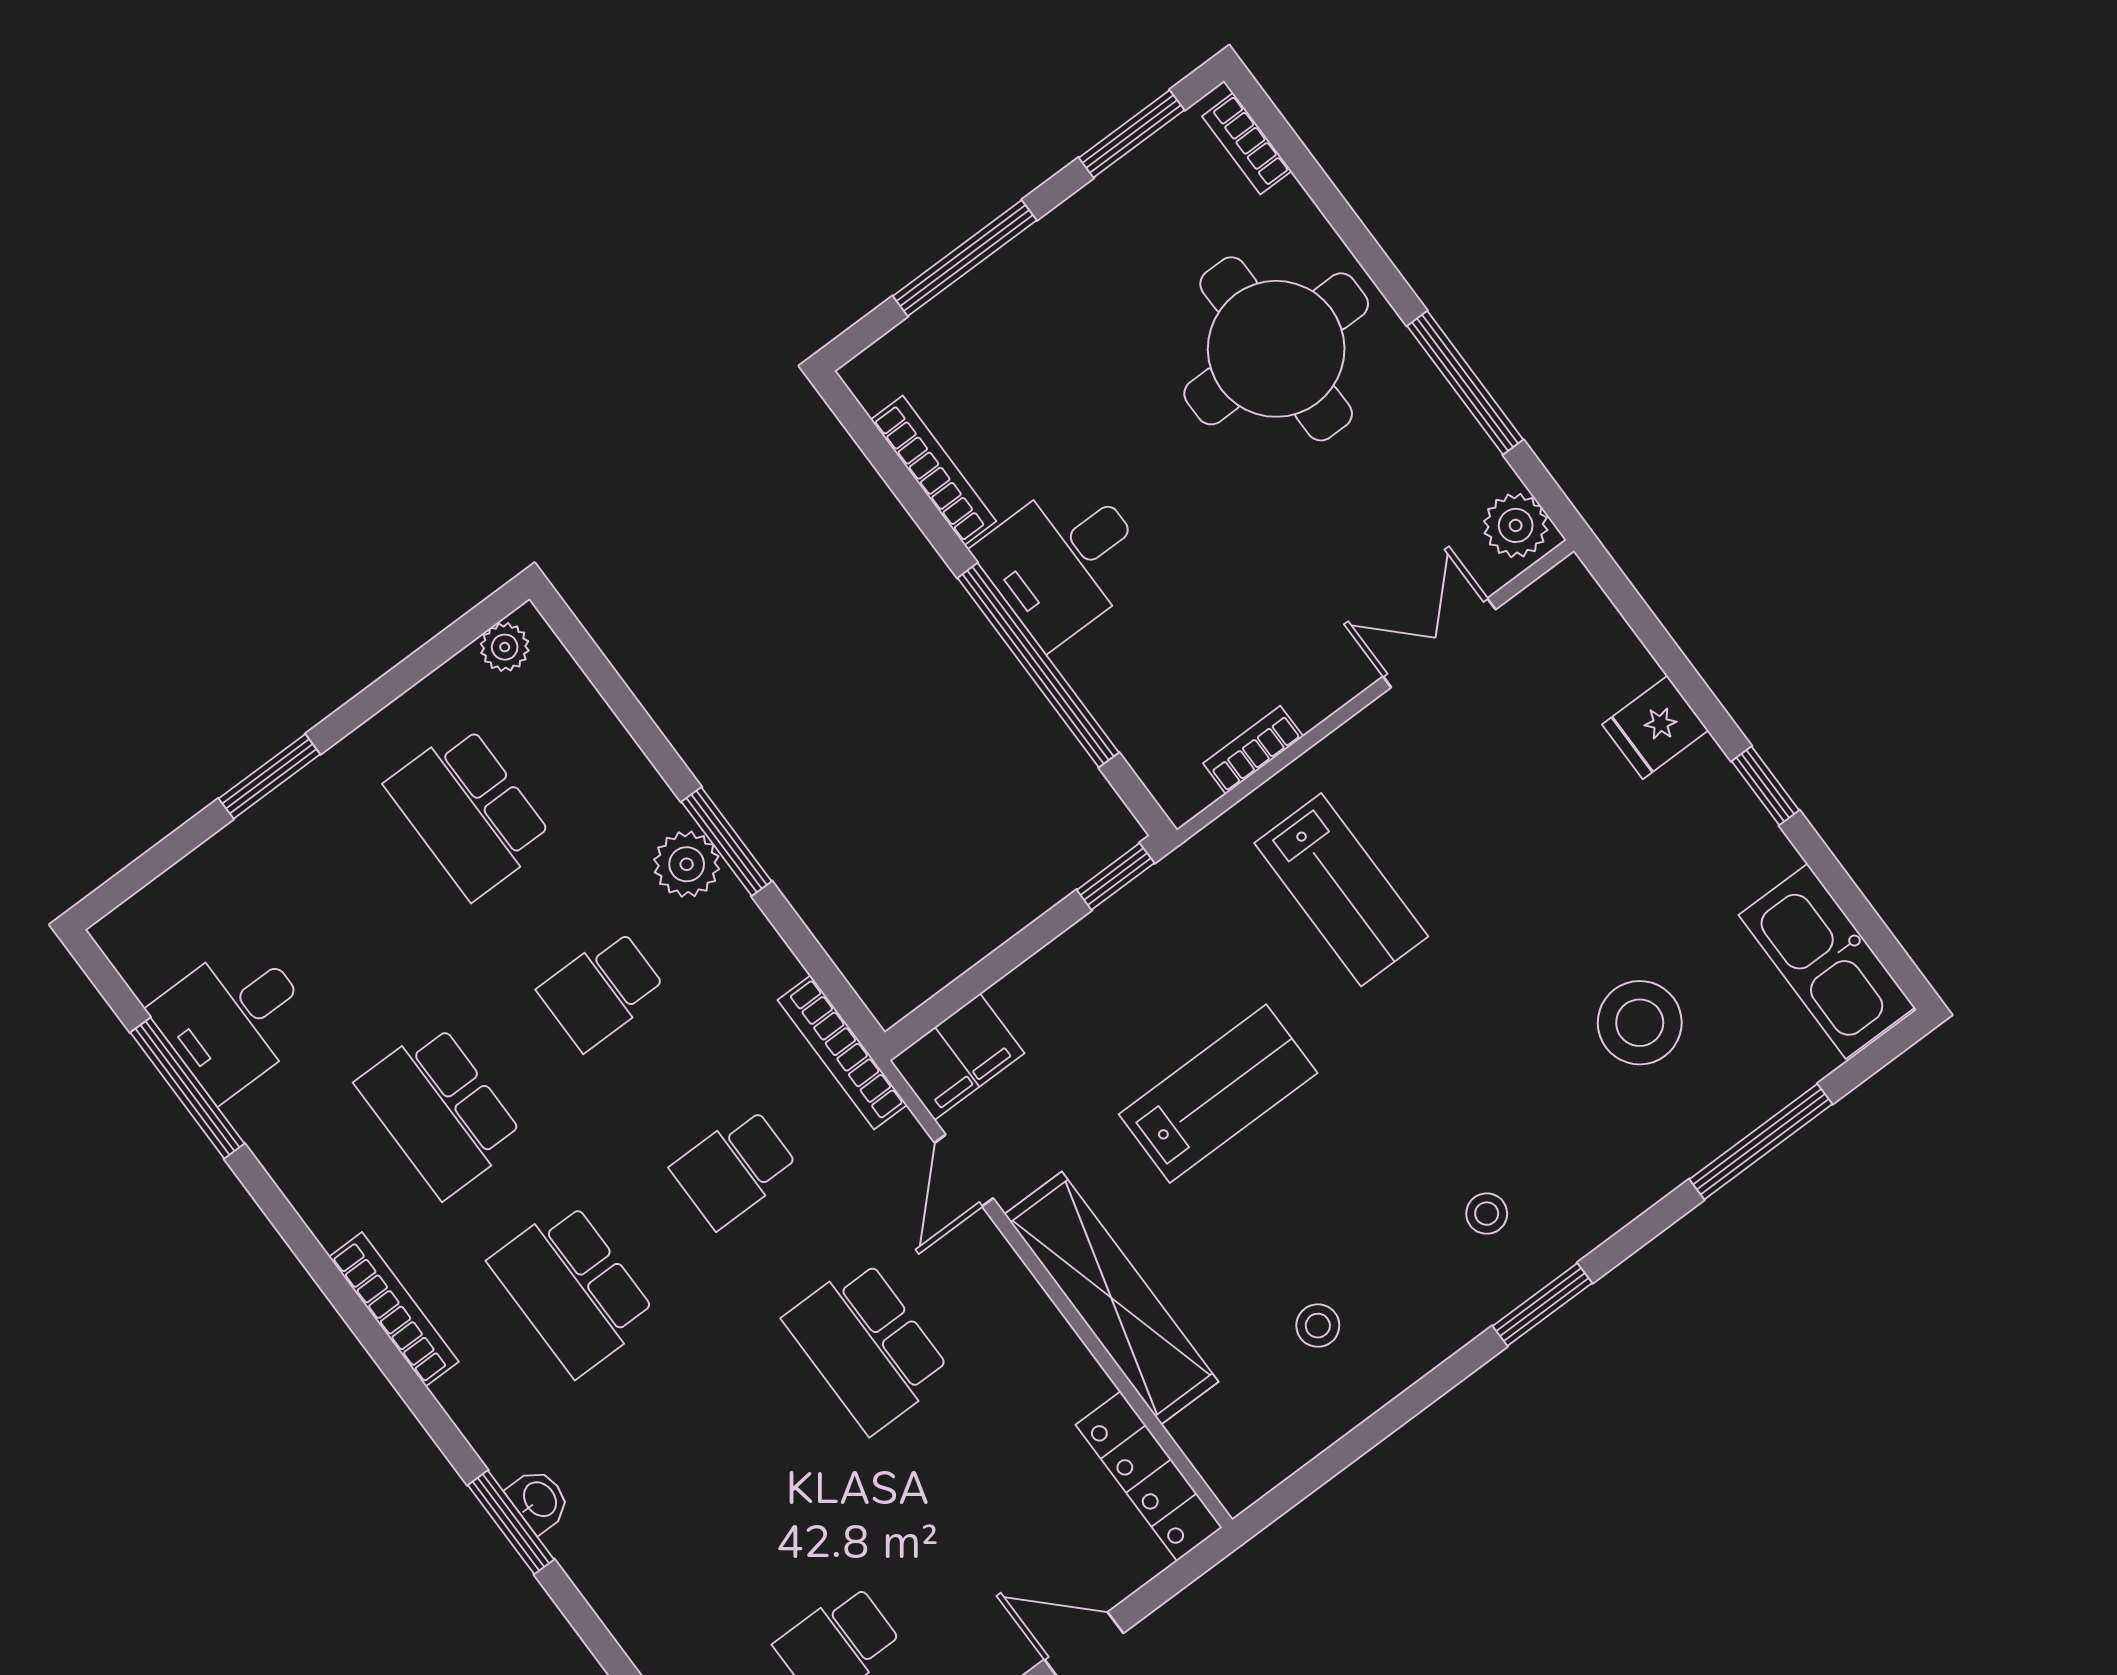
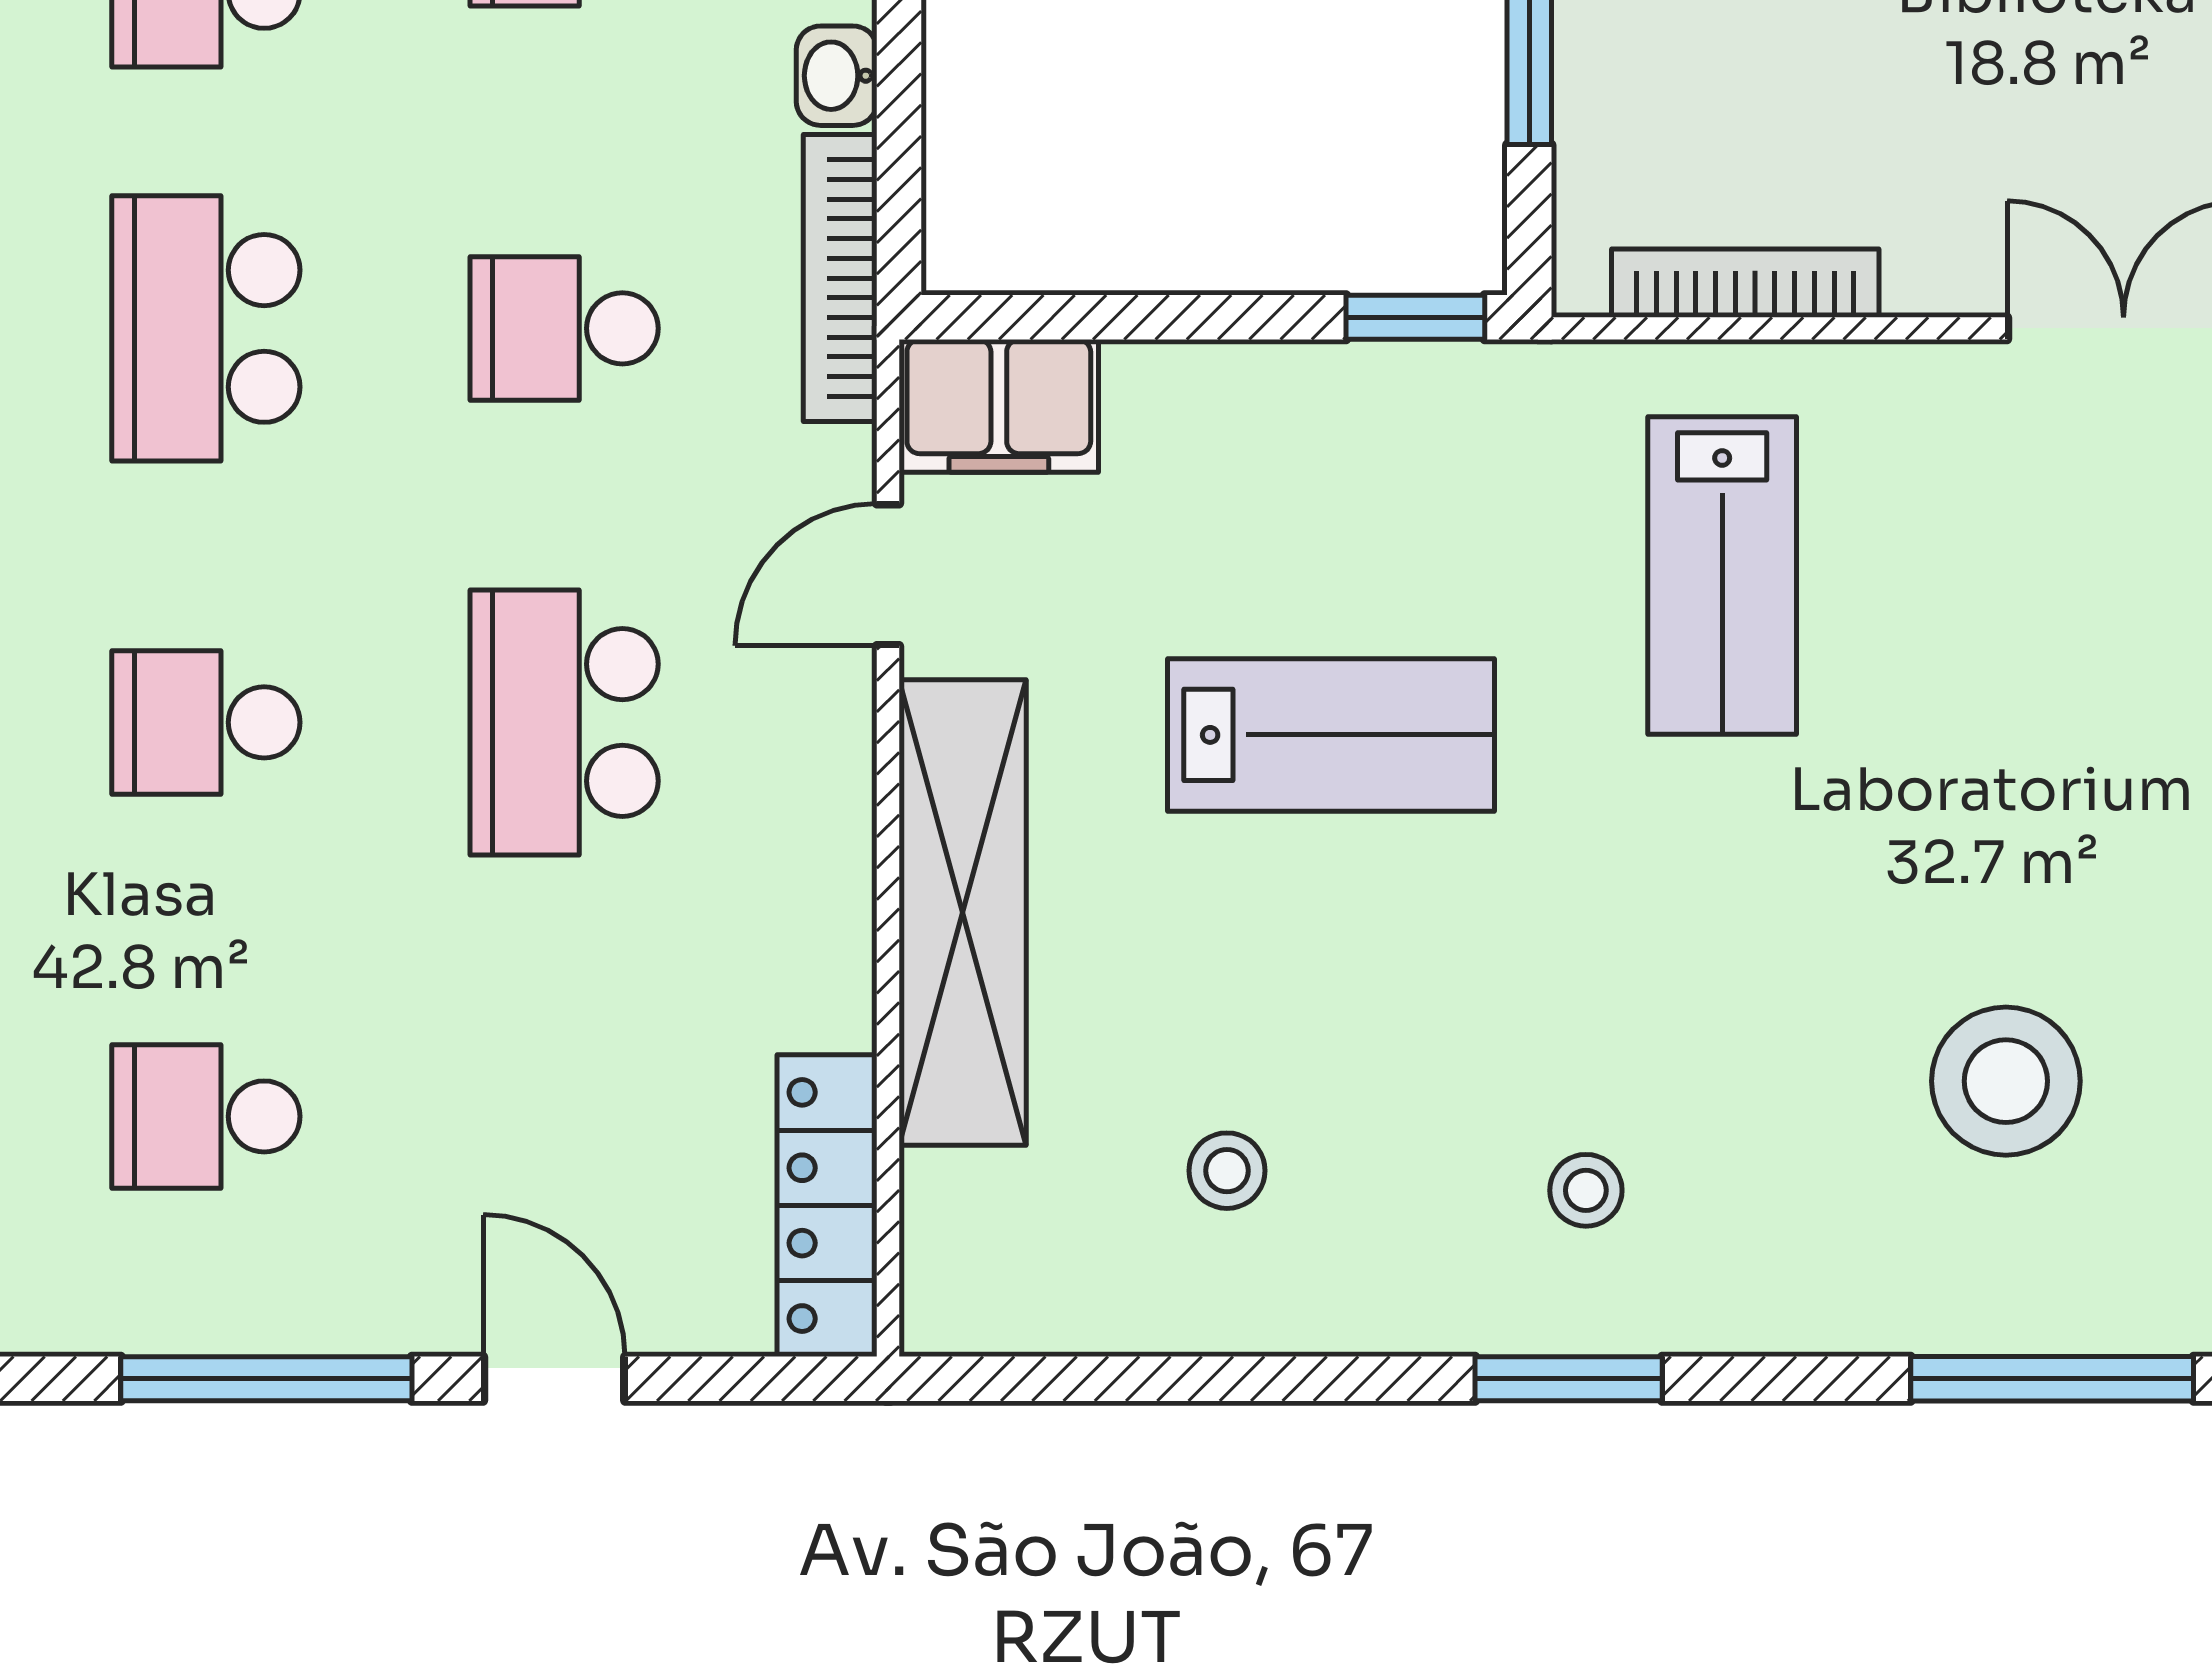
bookcase: (1253, 750) -> (1745, 283), width x1.56
washbasin: (773, 962) -> (837, 76), added
school desk: (705, 1467) -> (206, 722), added

